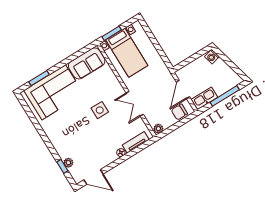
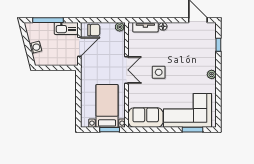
washing machine: (212, 57) -> (36, 47), moved
double door: (135, 104) -> (127, 70), moved
plant: (68, 163) -> (212, 74), moved

